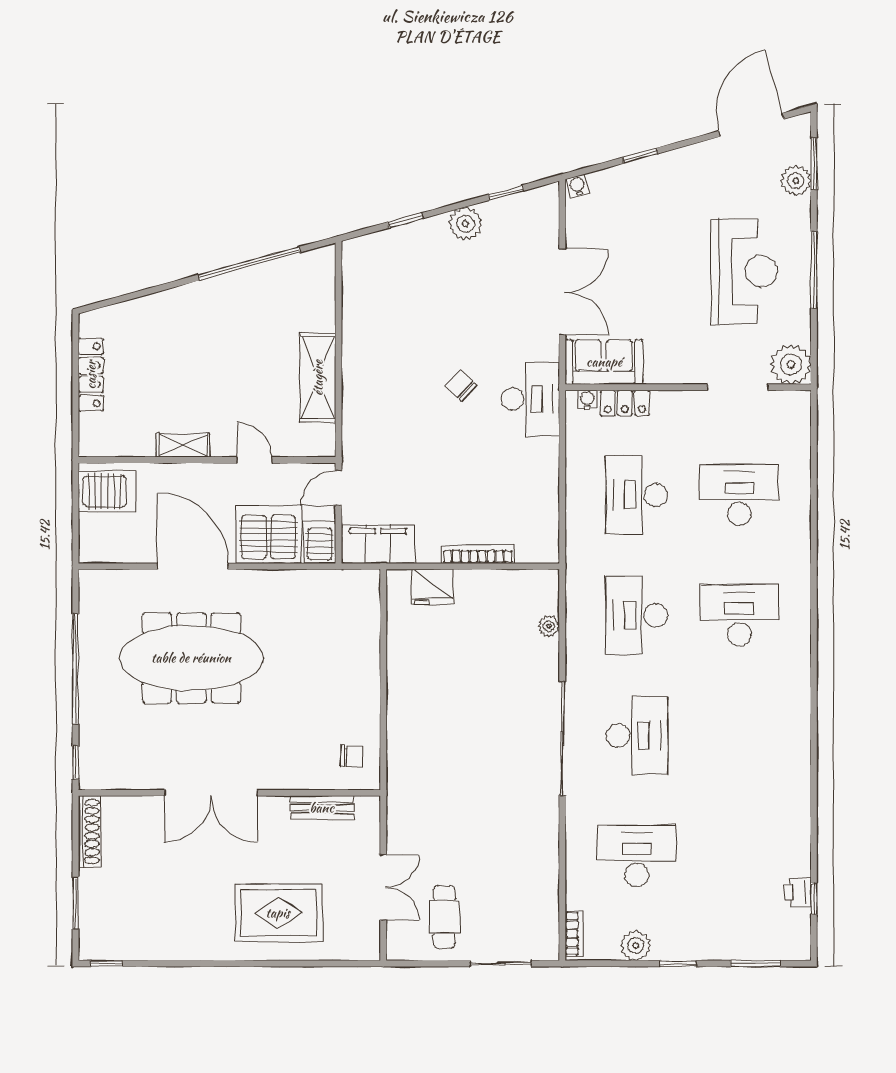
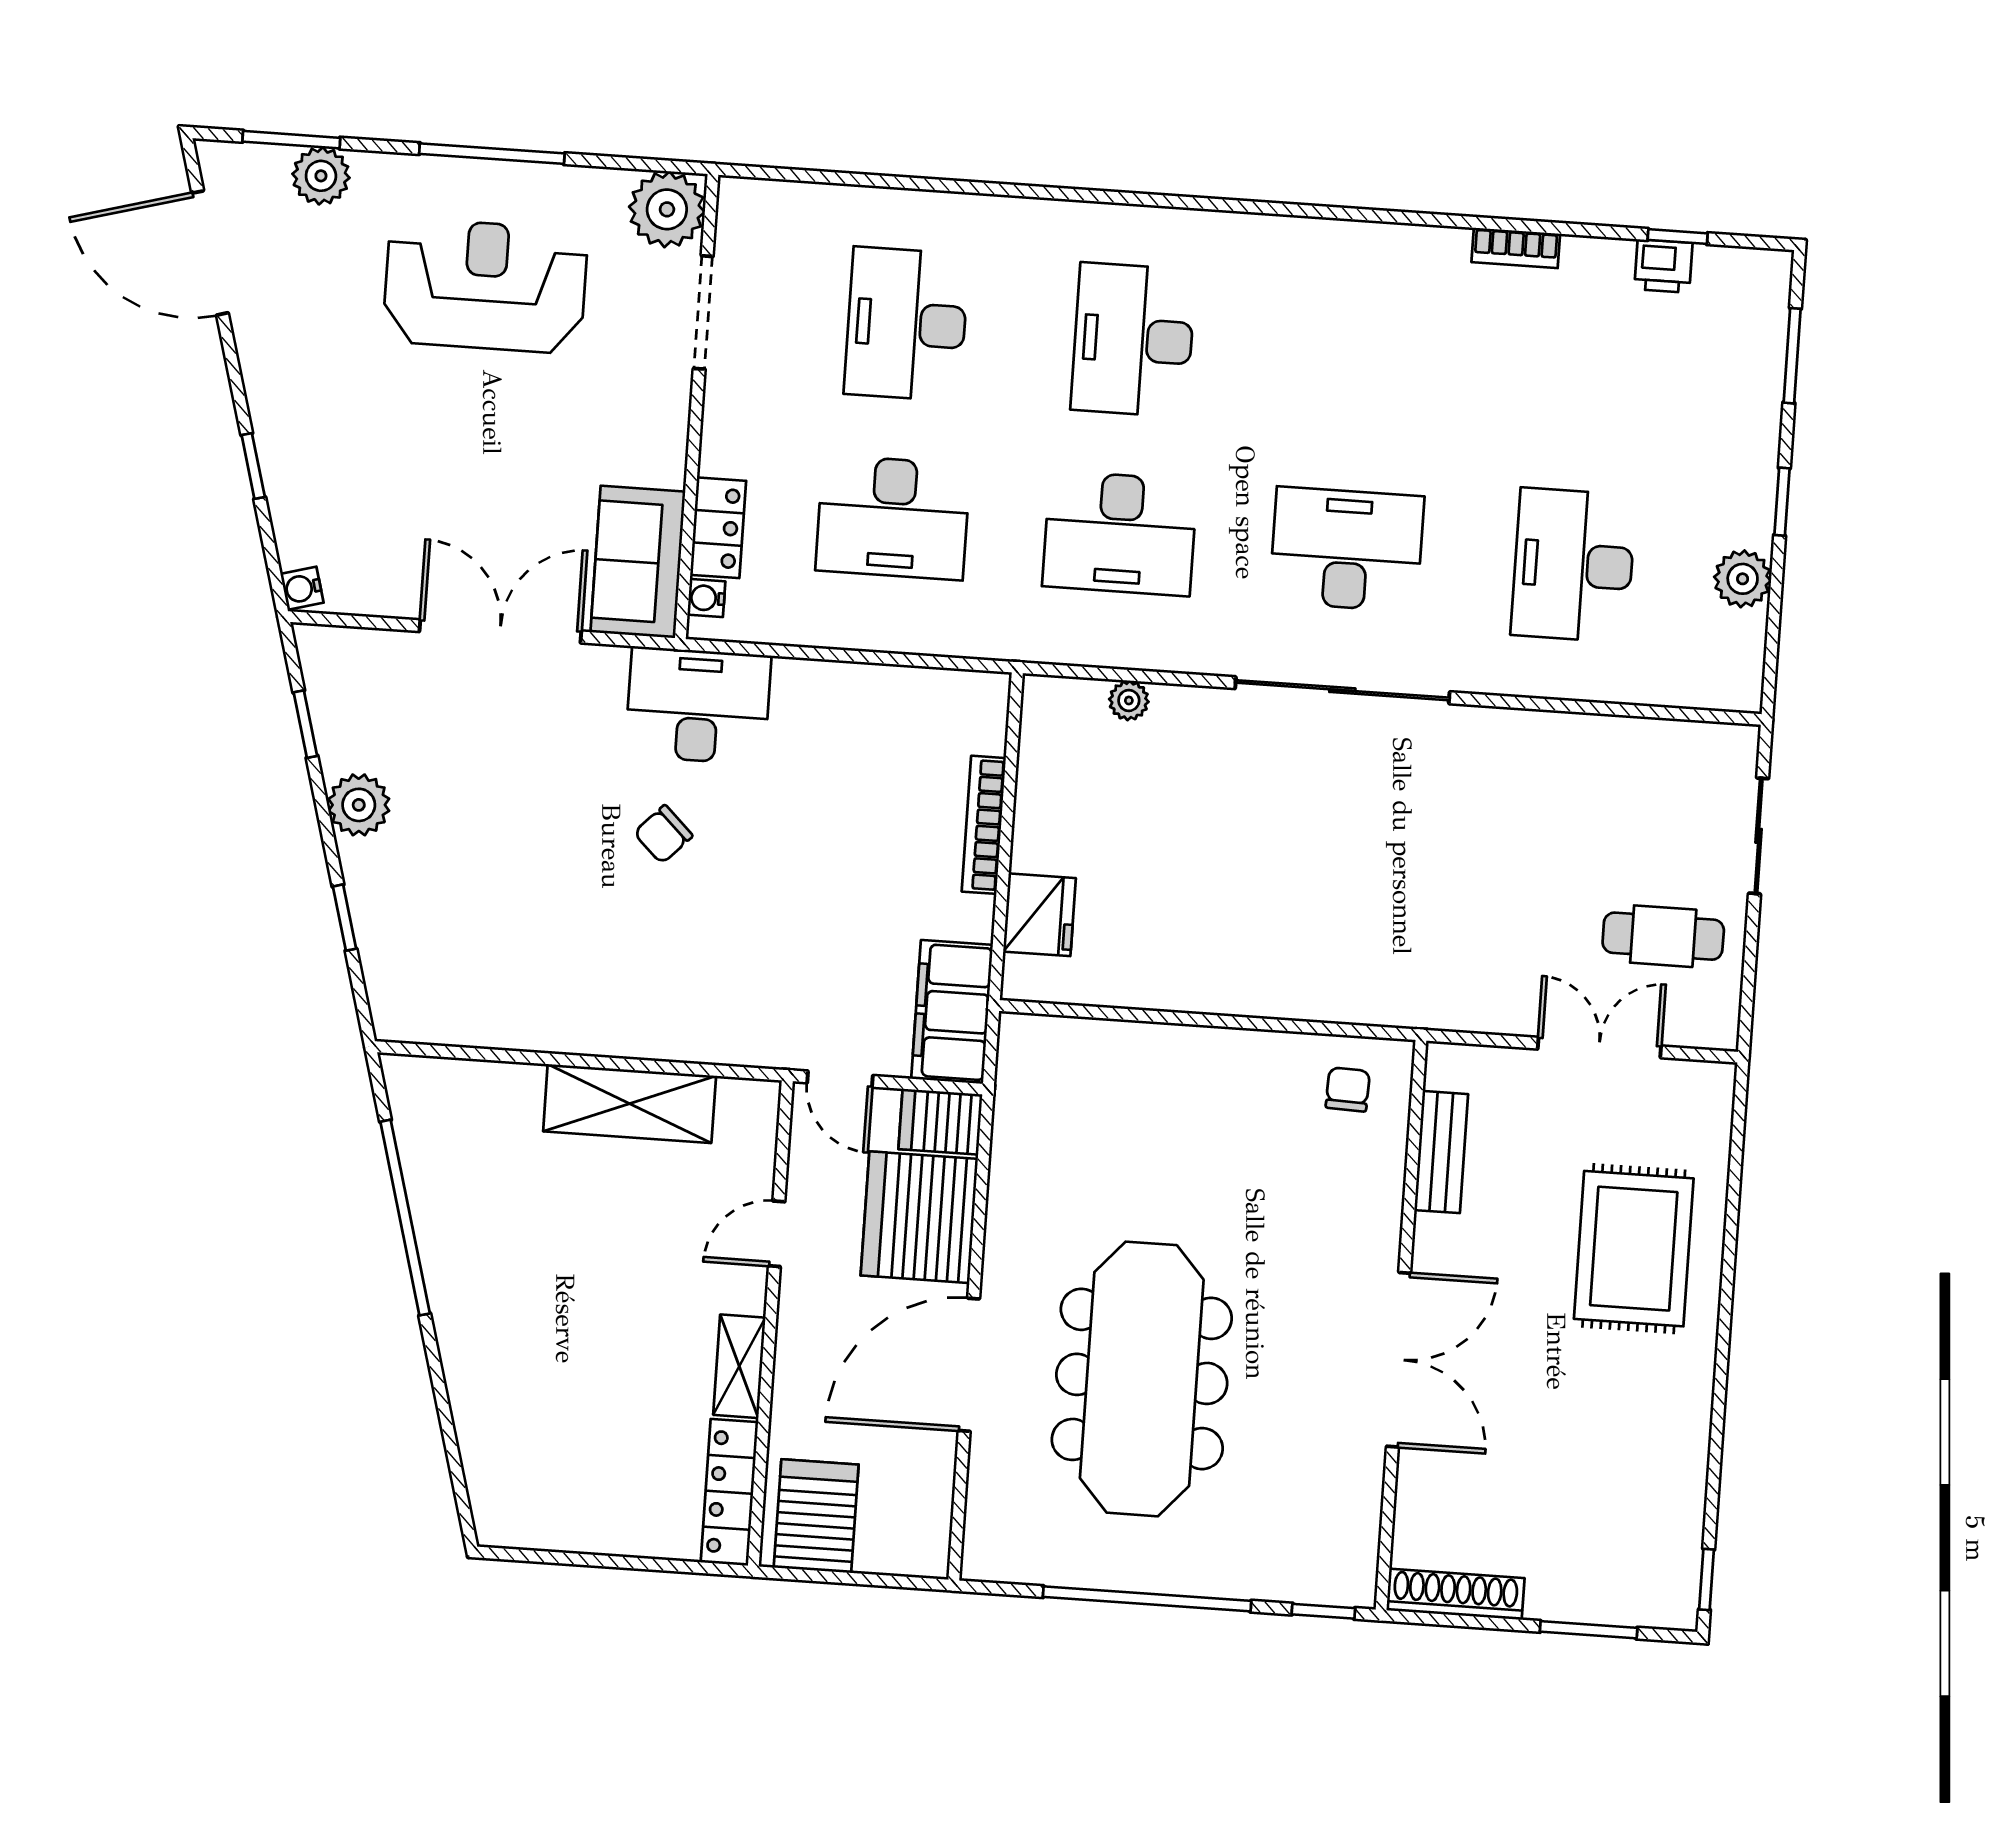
locker: (91, 375) -> (729, 1492), moved, turned -90
bookcase: (574, 934) -> (1516, 248), moved, turned 180

